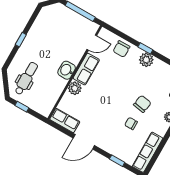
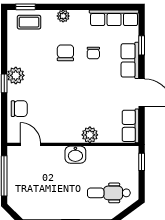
row of seats: (86, 69) -> (130, 60), moved, turned -90
chair: (142, 104) -> (65, 53), turned 80
window: (22, 107) -> (142, 162), moved

